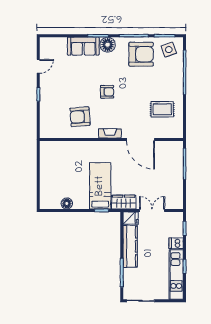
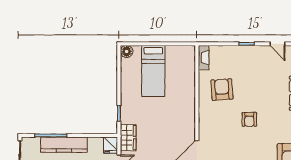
fireplace: (110, 133) -> (204, 58), moved
bed: (100, 186) -> (153, 71), moved, turned 90
floor lamp: (67, 203) -> (127, 51), moved
kitchen counter: (130, 246) -> (64, 145), moved

